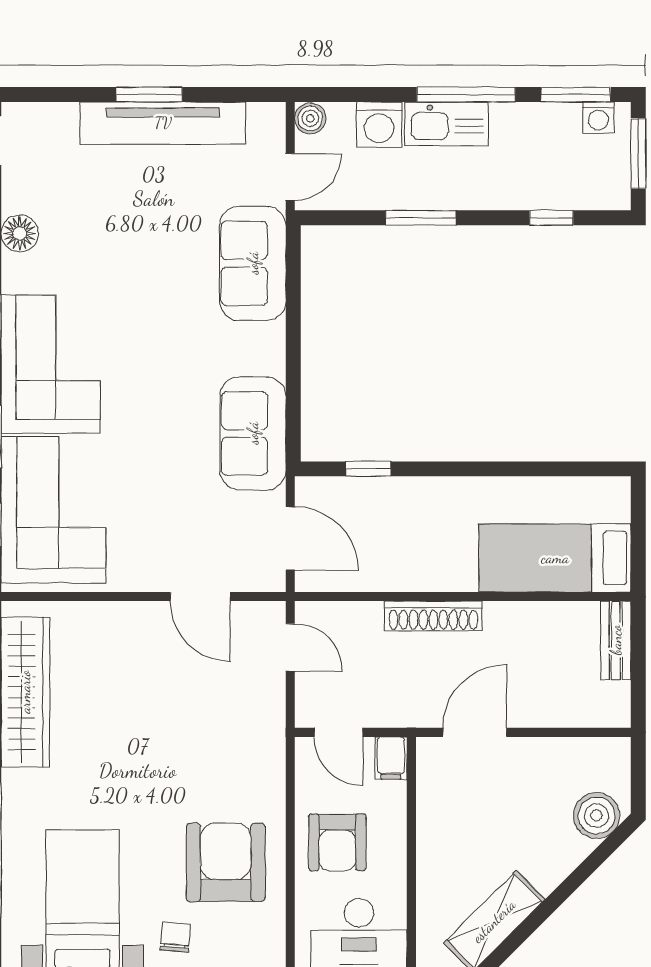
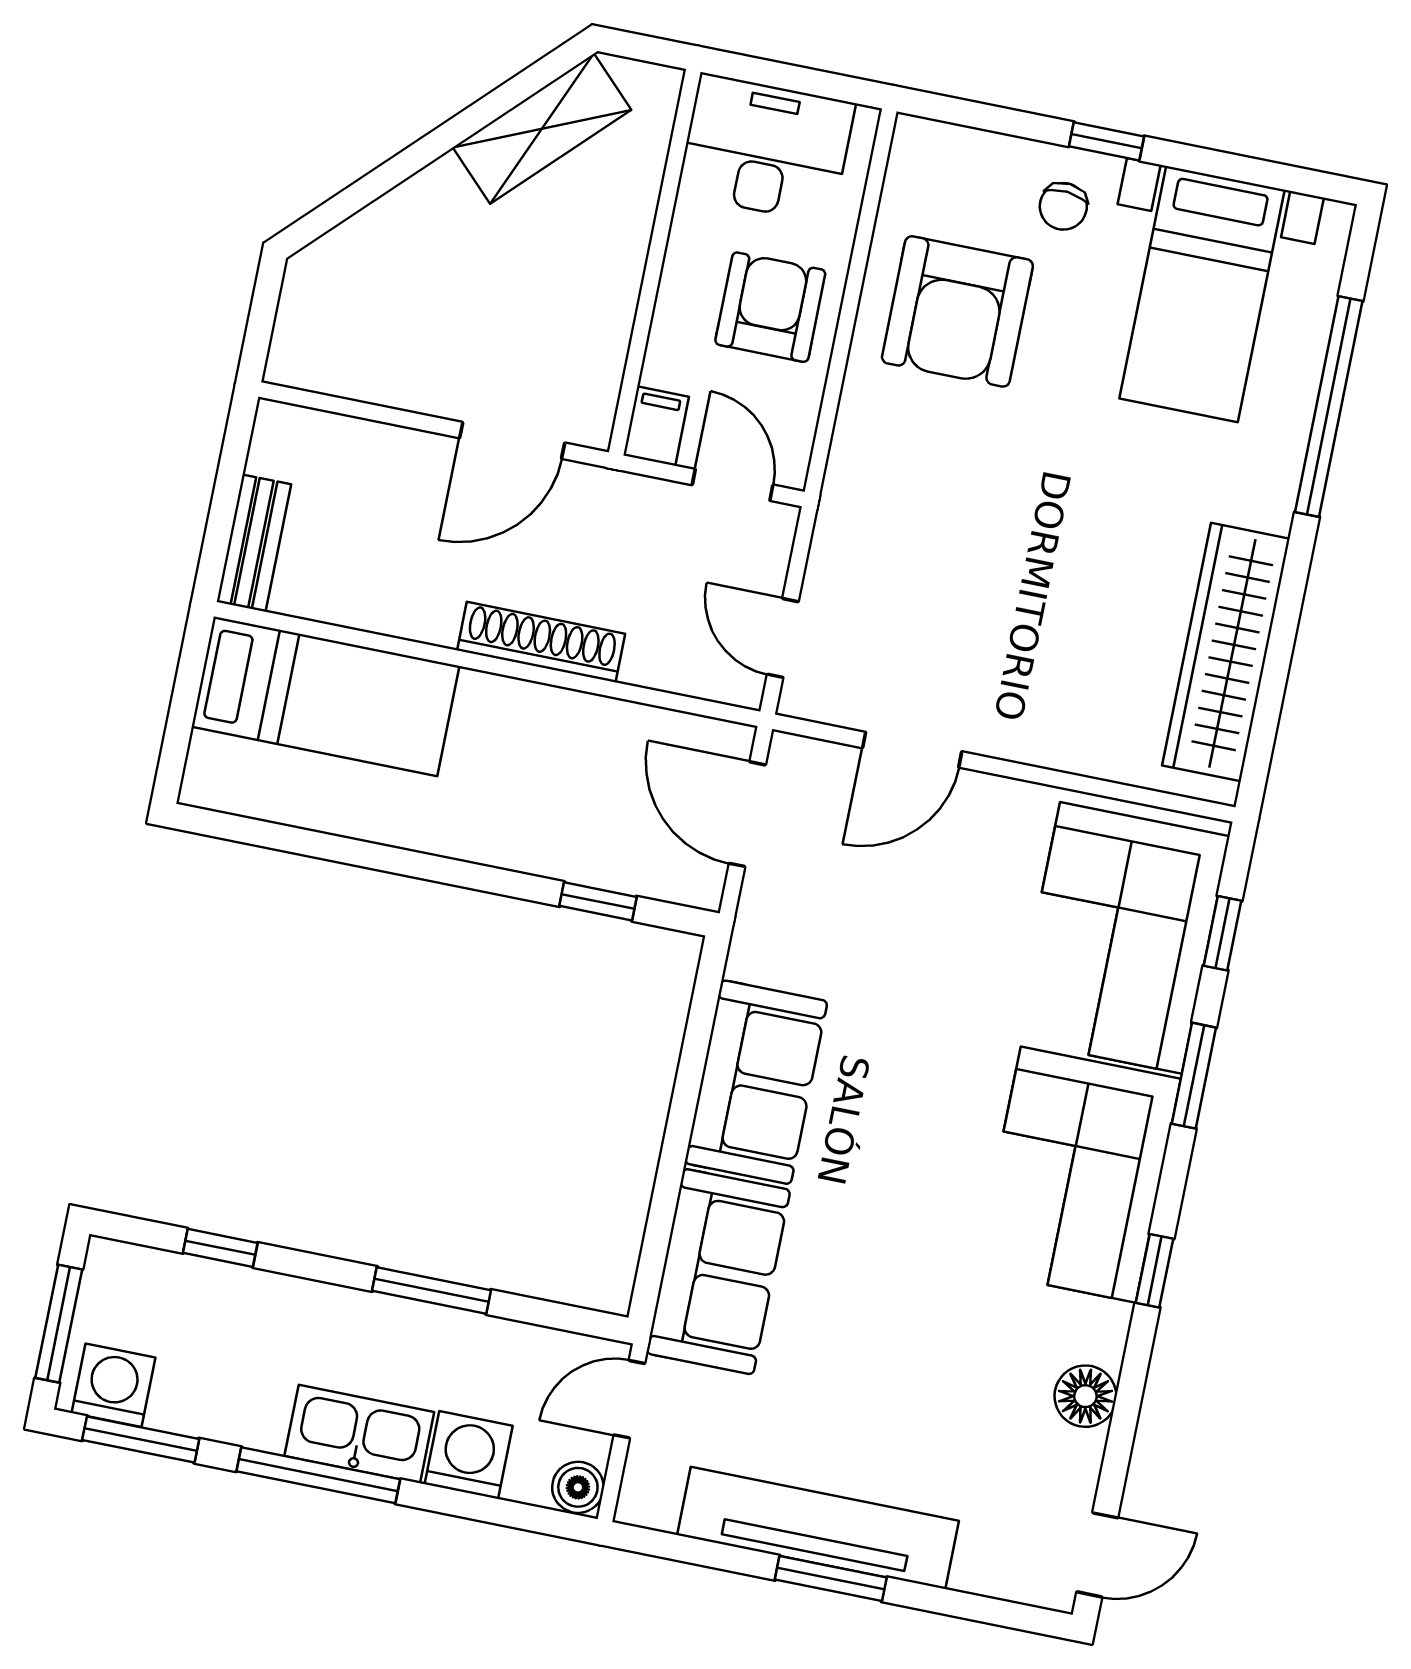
washing machine: (598, 118) -> (113, 1385), width x1.38, depth x1.38
sofa: (253, 433) -> (756, 1082), moved
door: (200, 597) -> (912, 750), swing flipped
boiler: (597, 816) -> (342, 266), removed

